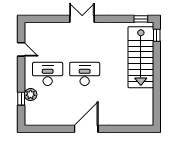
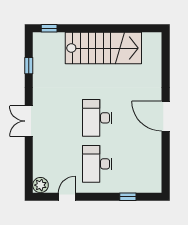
window: (141, 19) -> (29, 66), moved
stairs: (141, 57) -> (103, 48), moved
plant: (31, 95) -> (40, 185), moved

